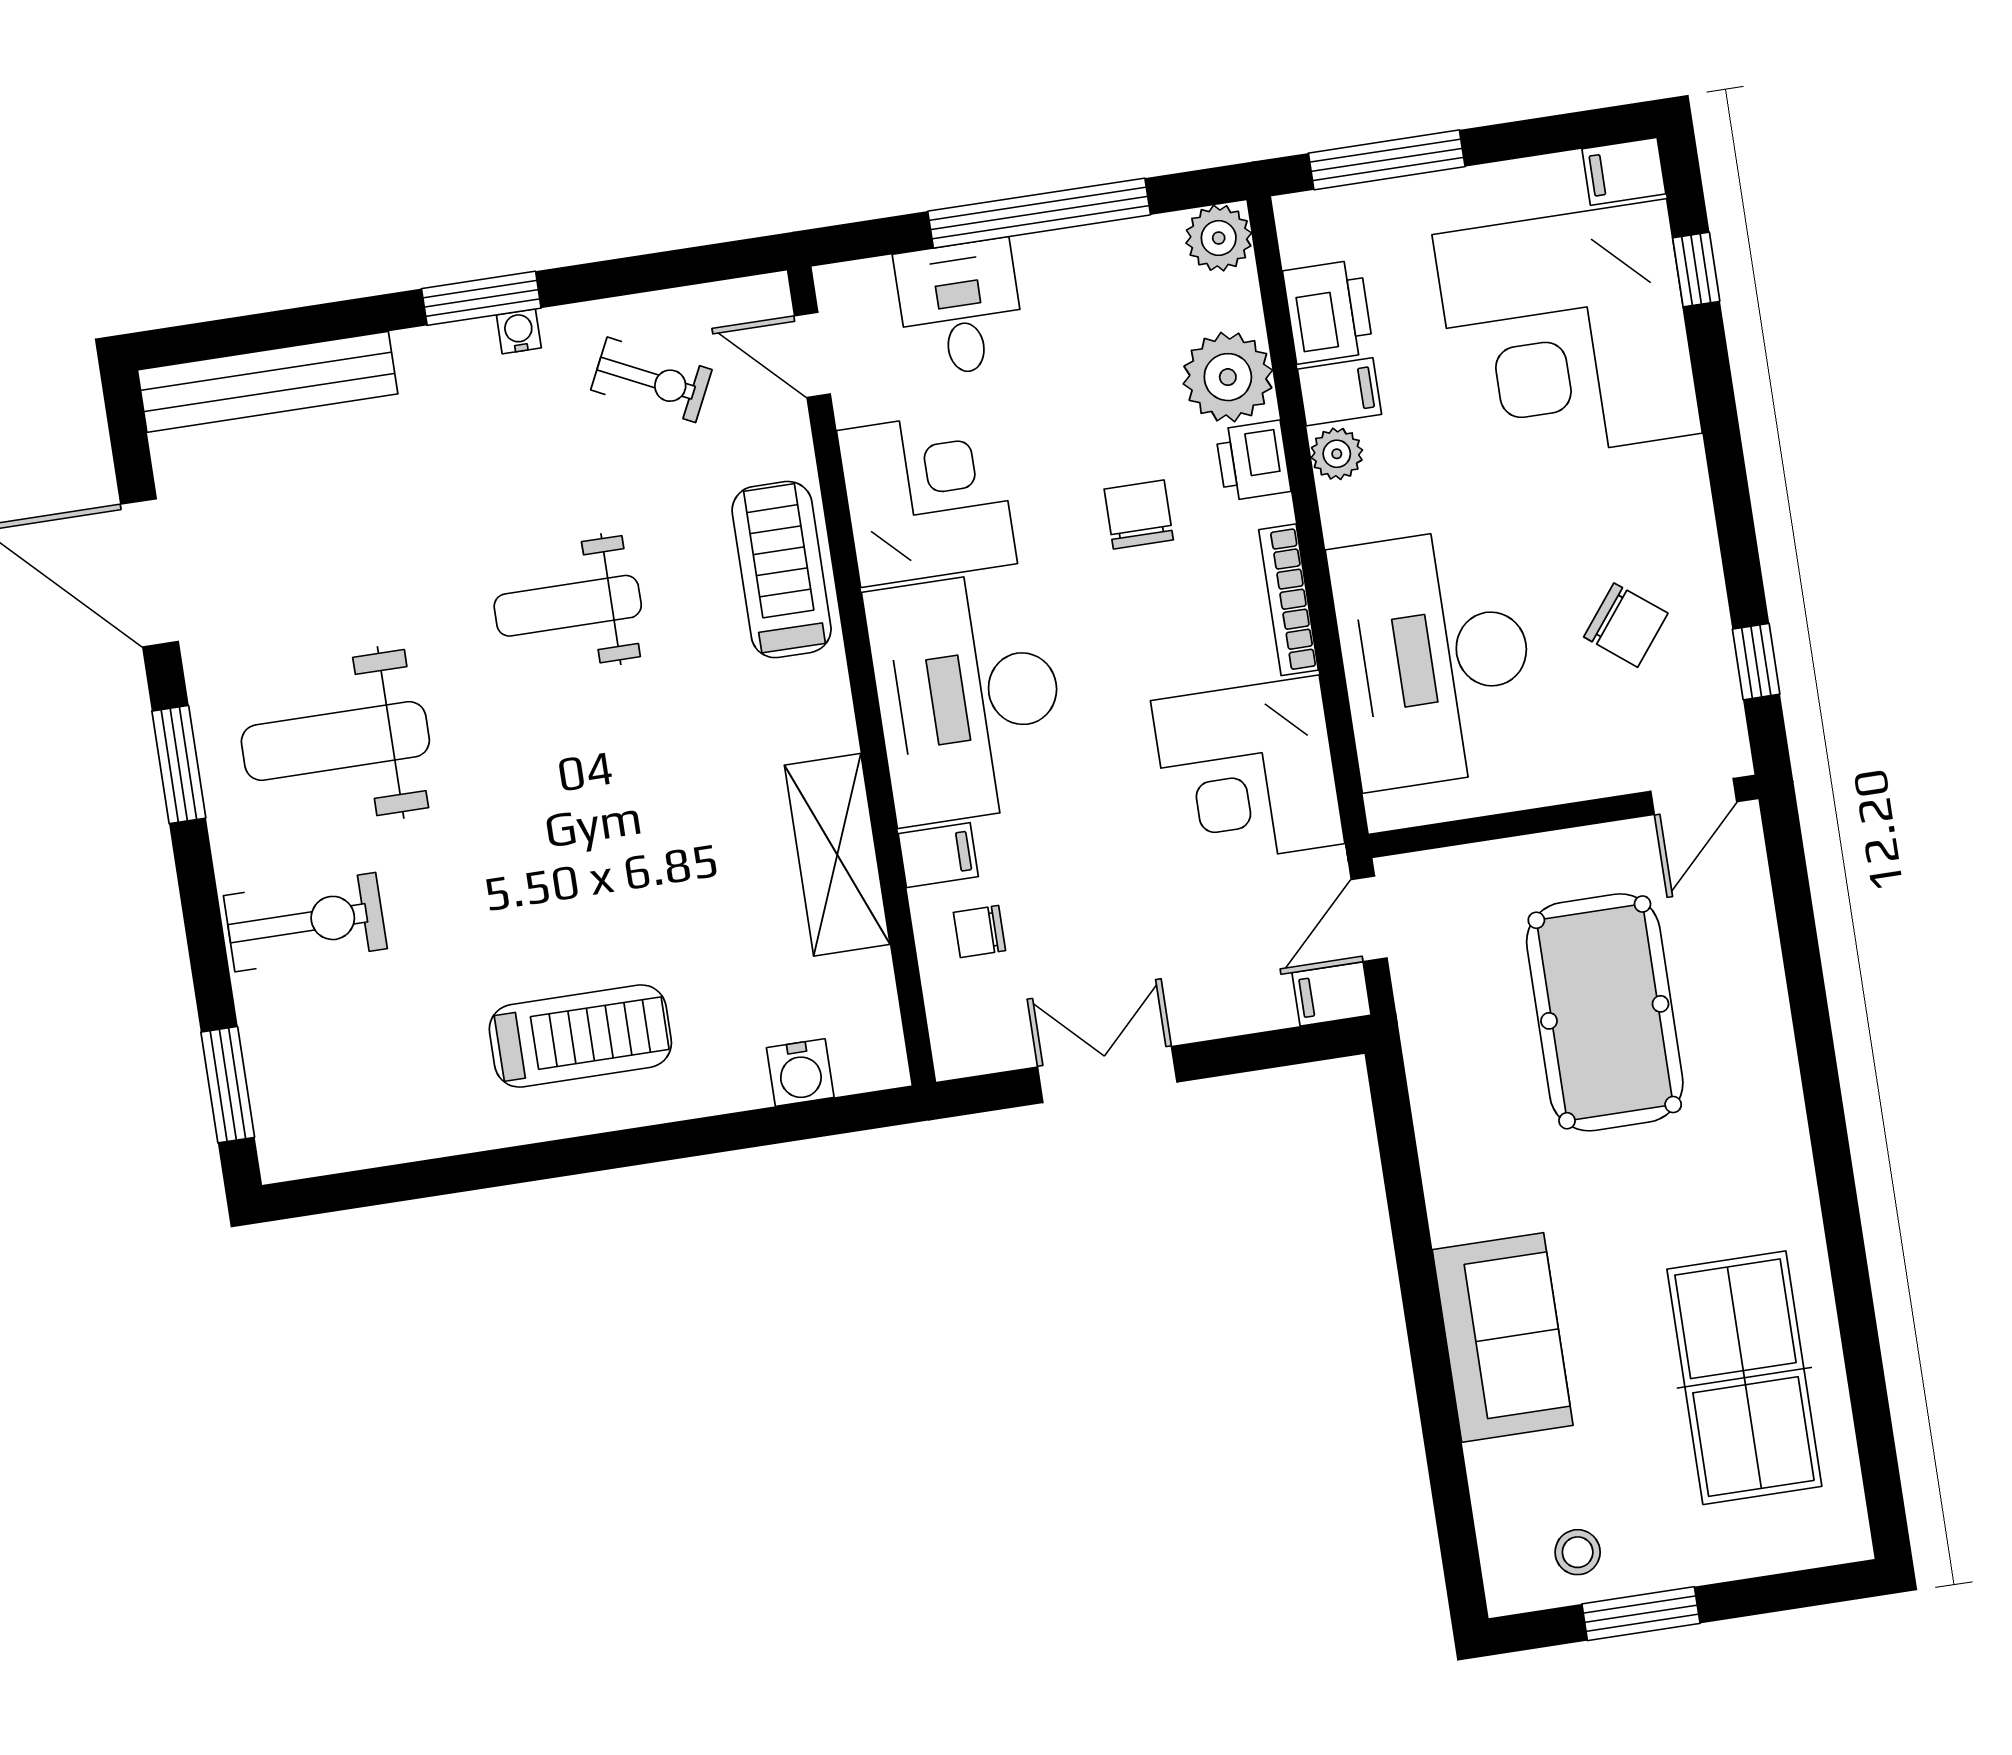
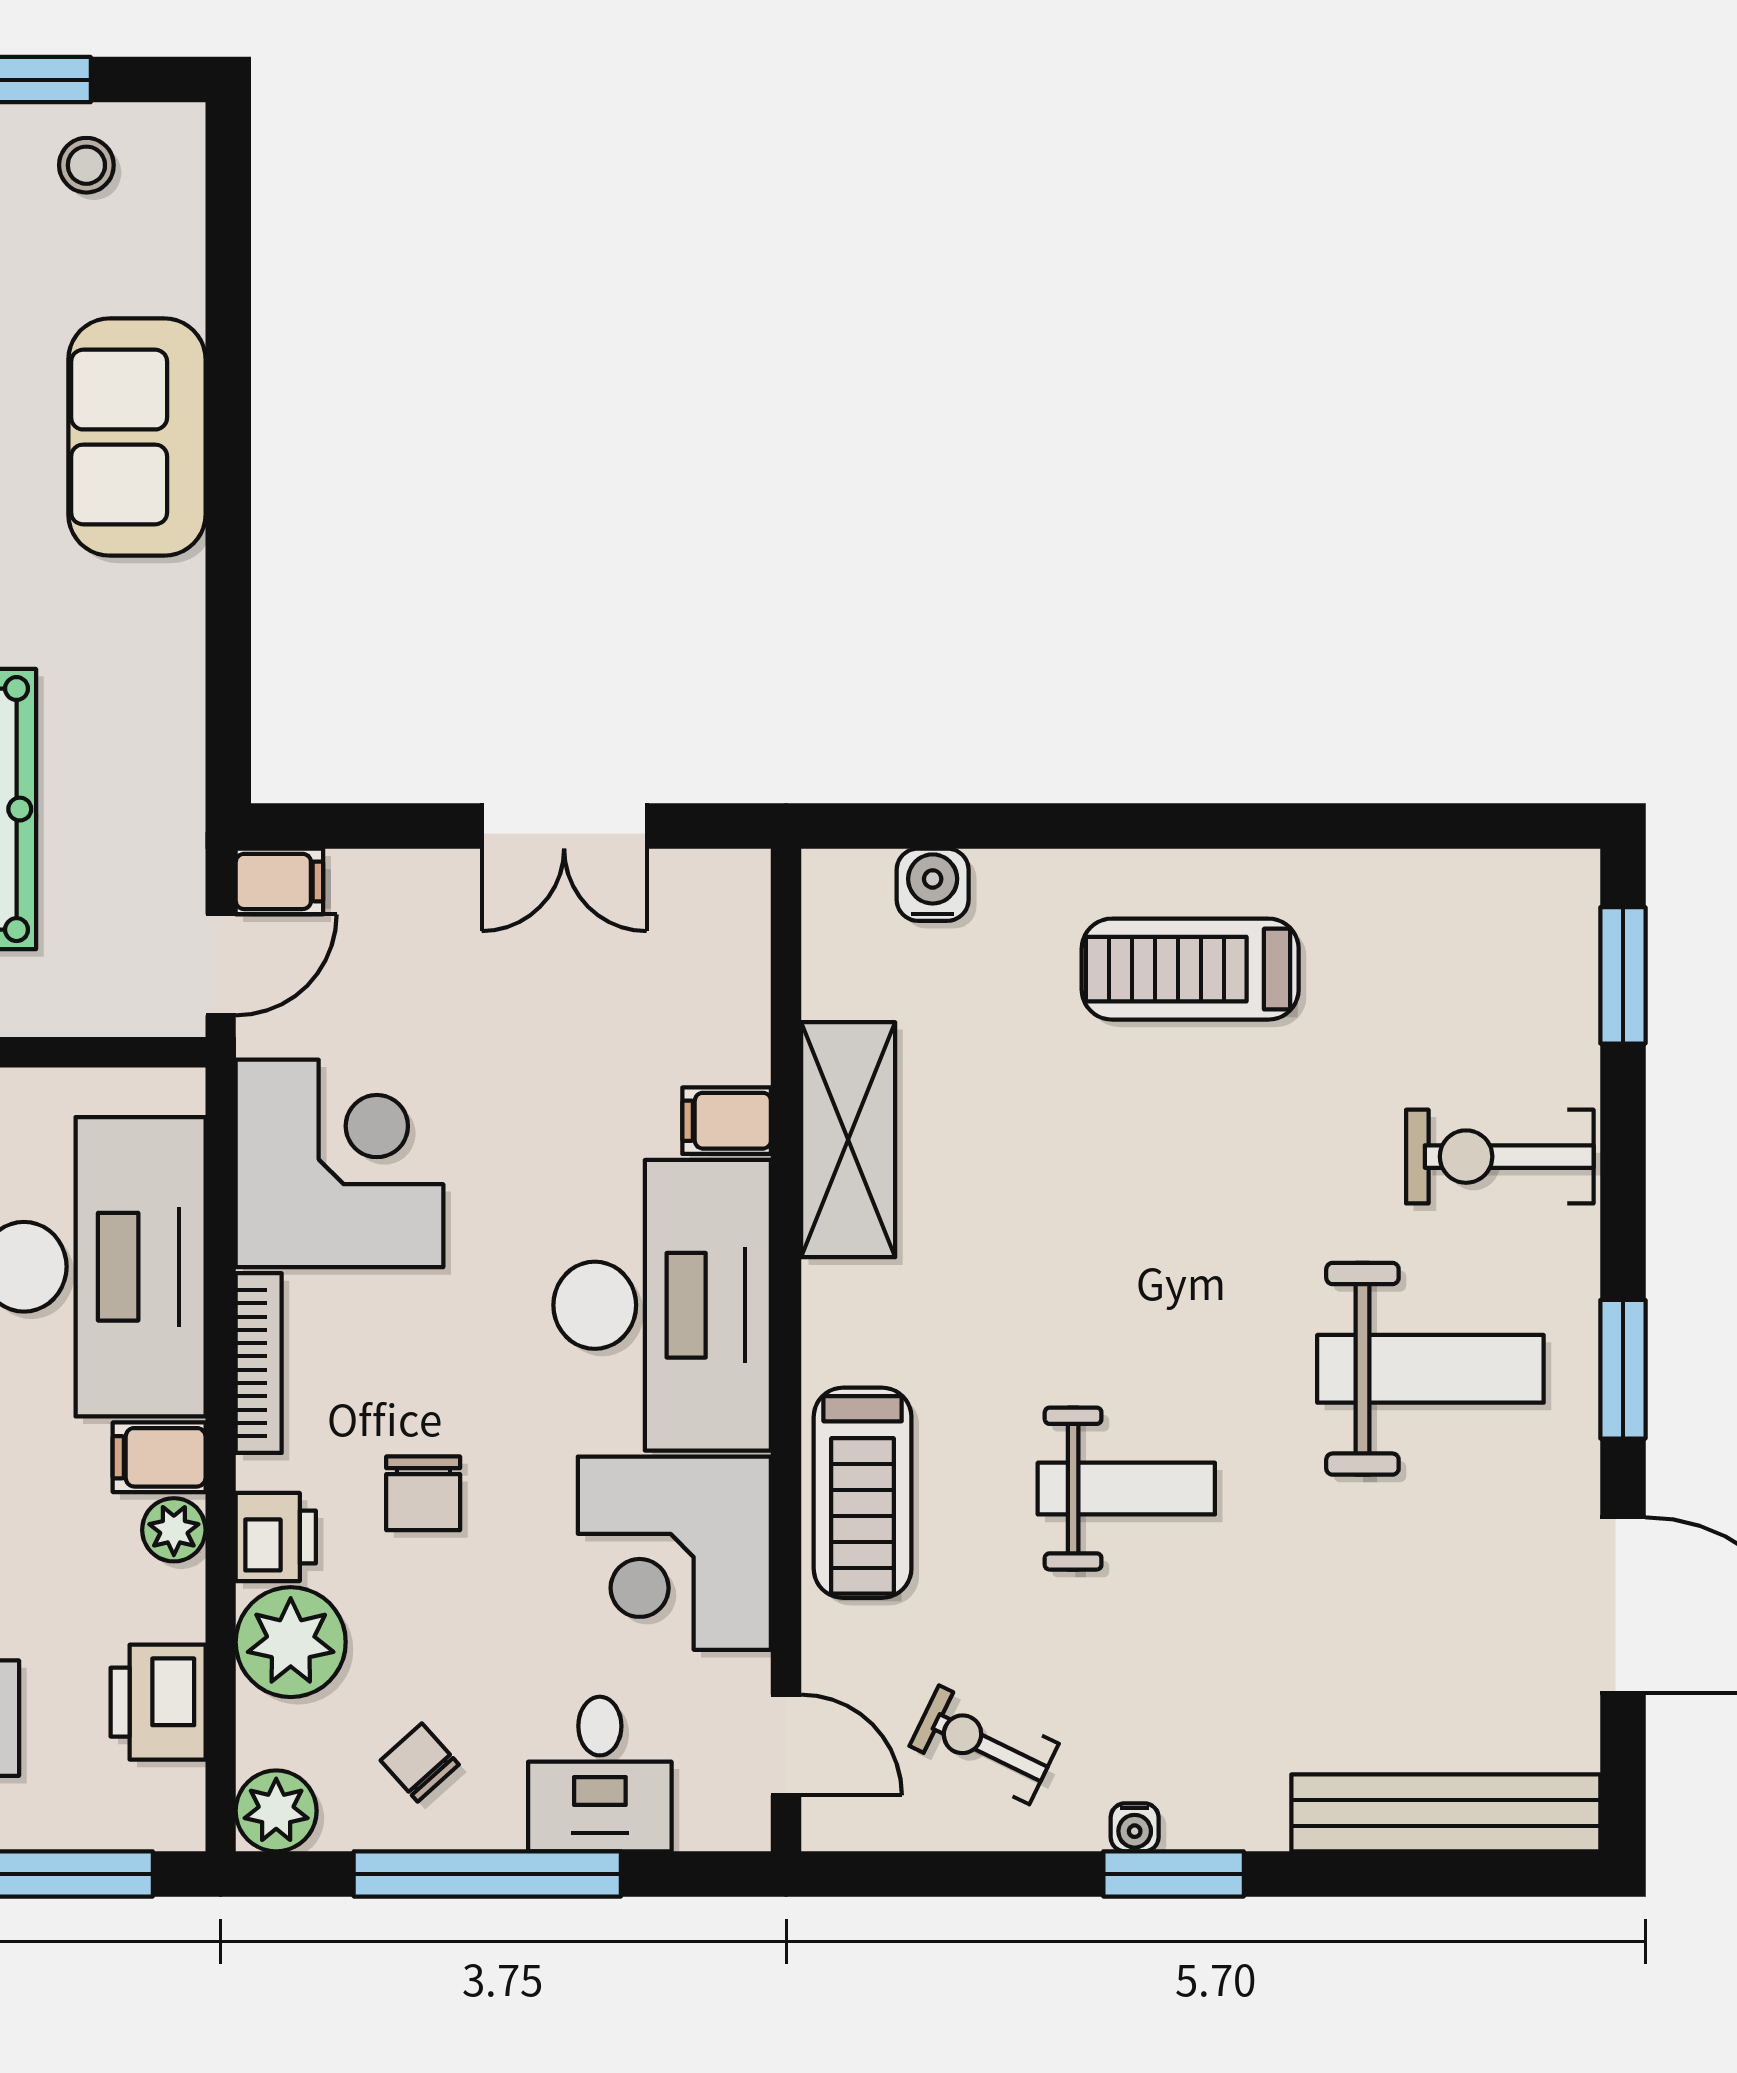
filing cabinet: (1340, 392) -> (159, 1457), moved
chair: (980, 931) -> (420, 1763), moved, turned -132

